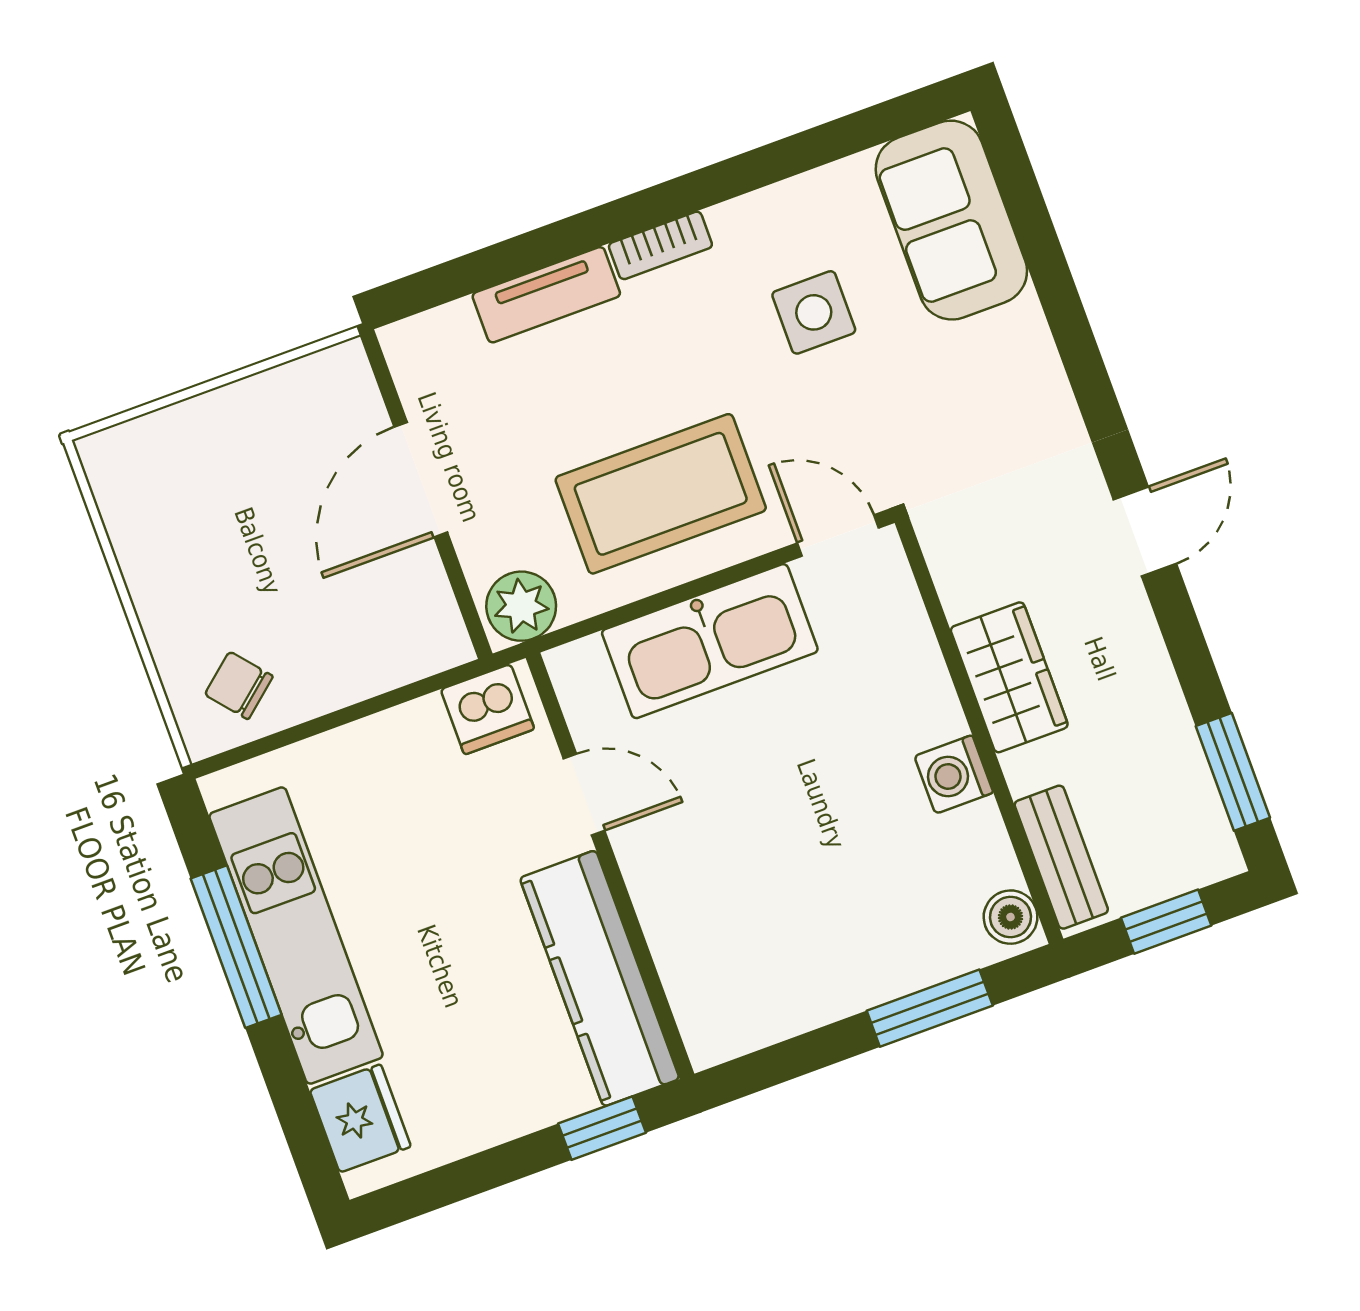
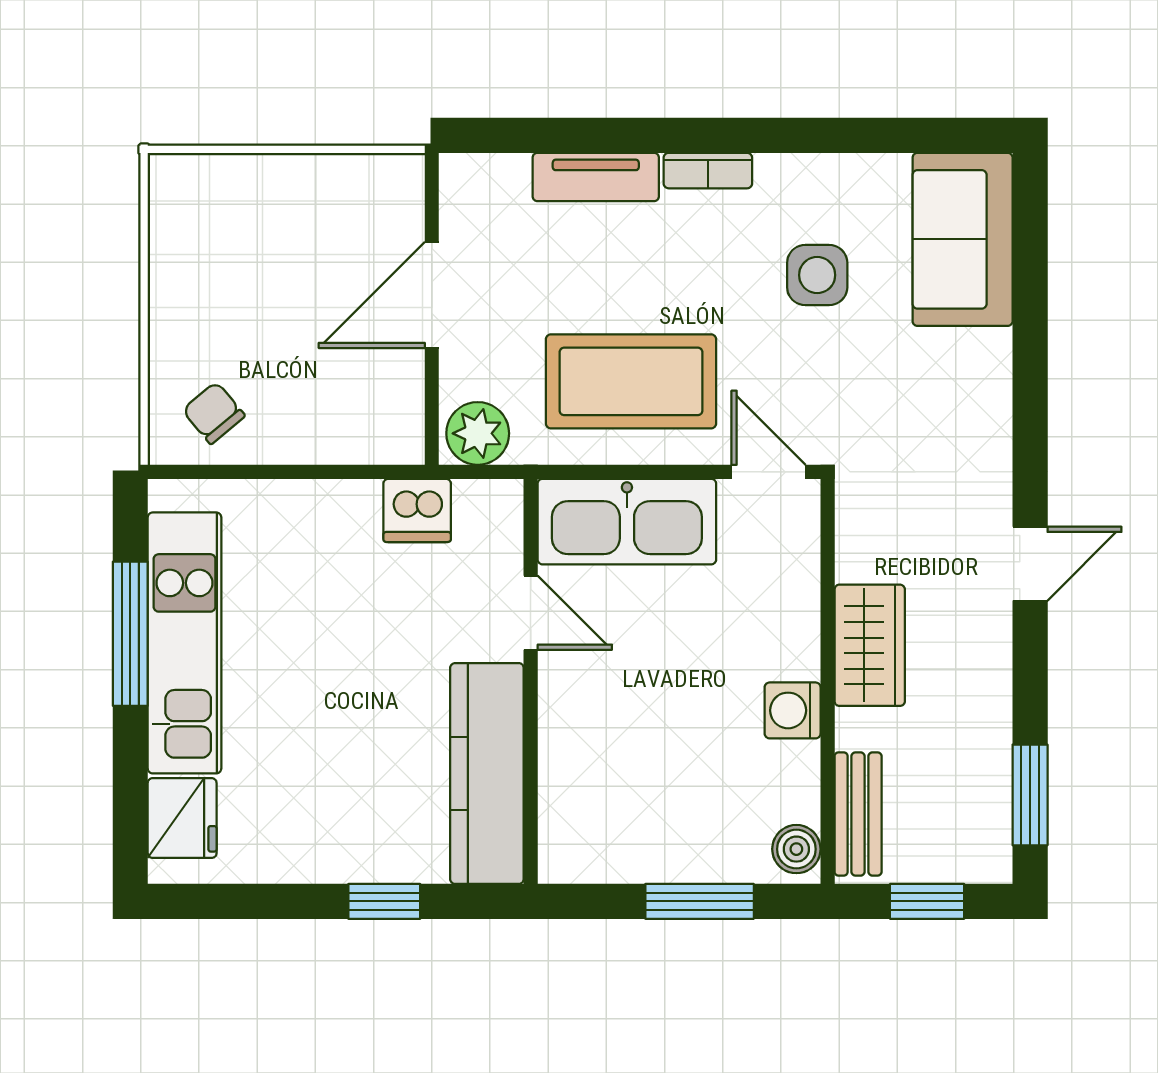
door: (584, 794) -> (531, 613), moved
wall: (610, 866) -> (531, 681), moved
kitchen counter: (600, 978) -> (487, 774), moved

